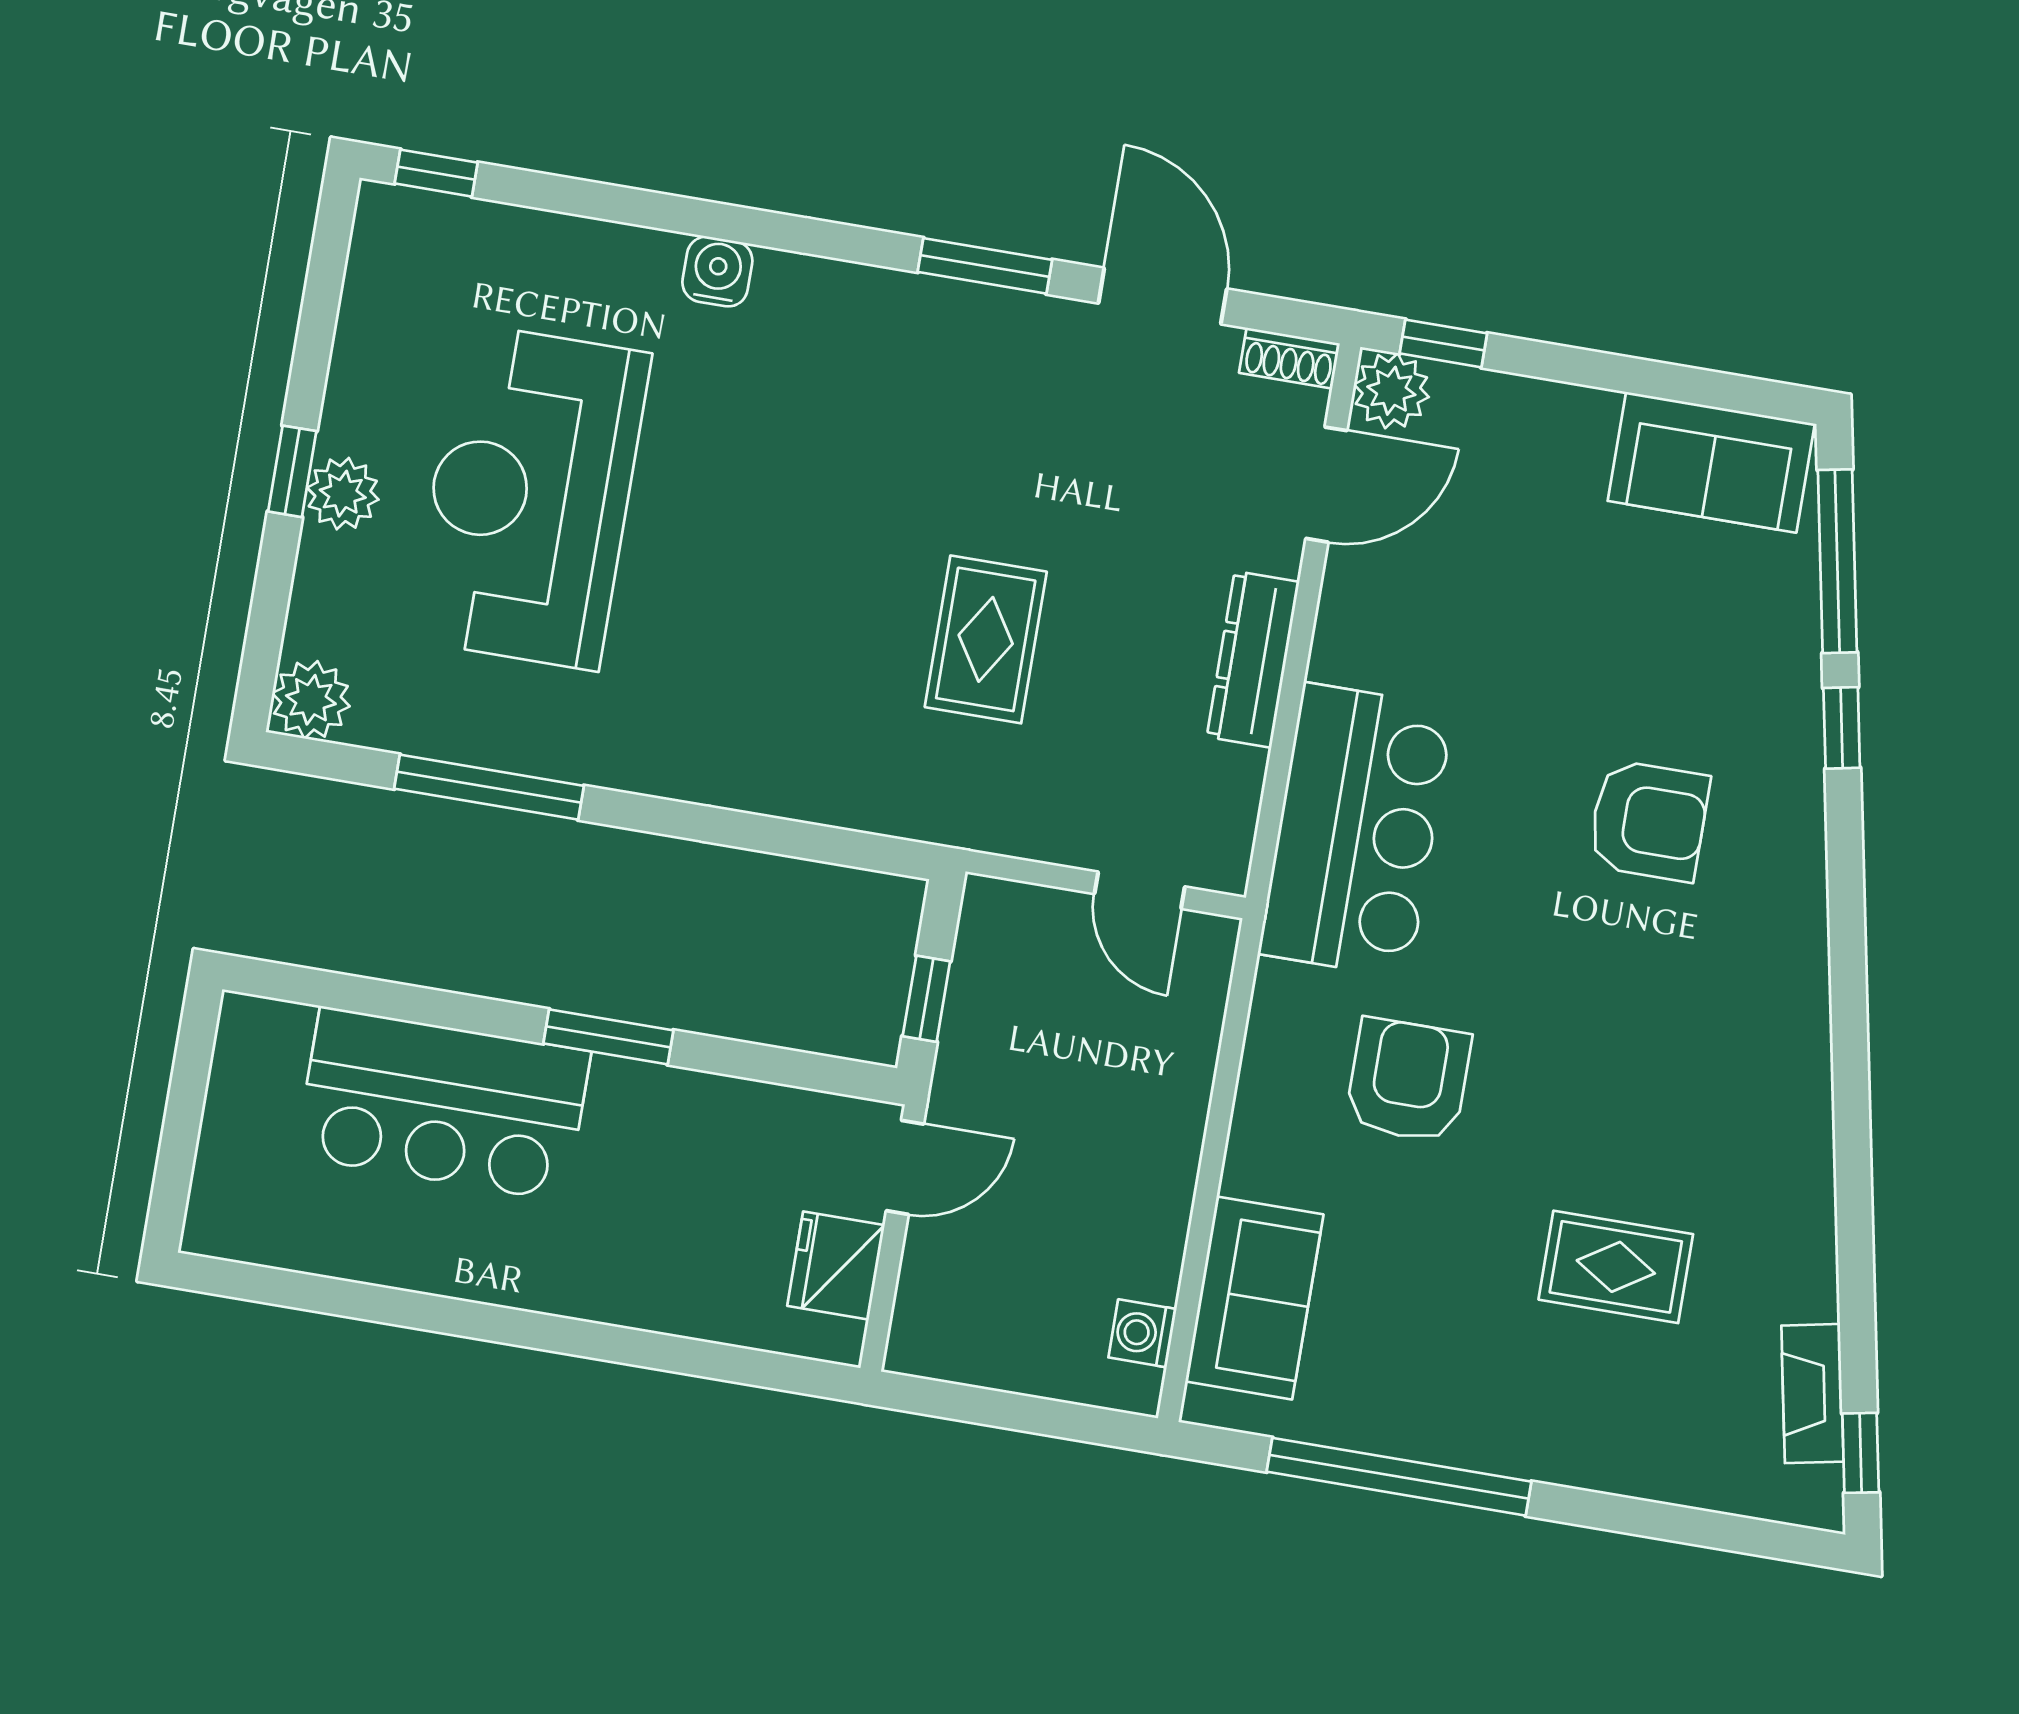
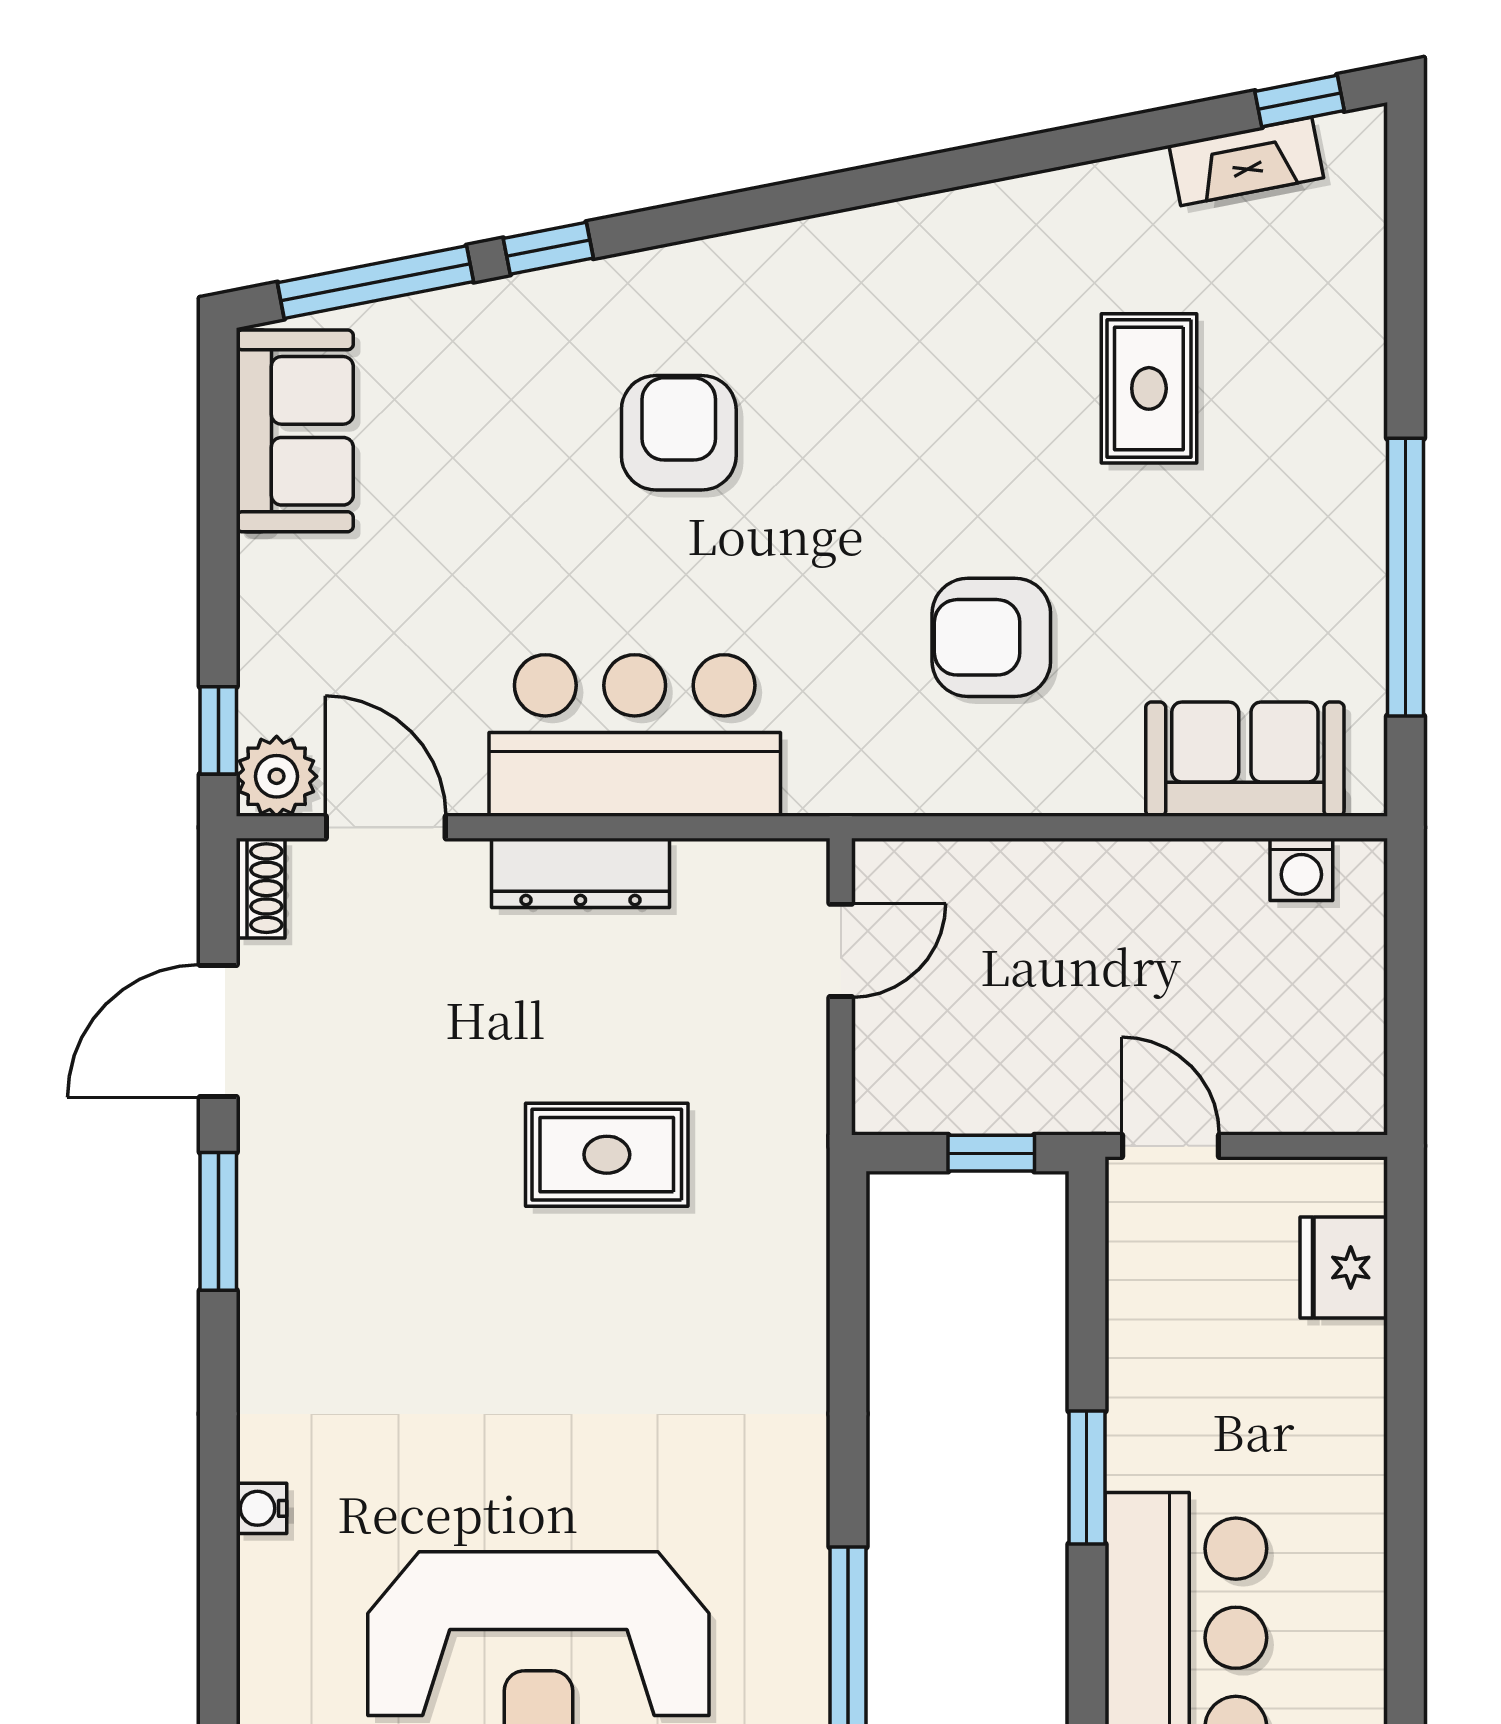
water cooler: (717, 271) -> (262, 1508), width x0.72, depth x0.72
bar counter: (1356, 830) -> (635, 736), moved
fridge: (836, 1265) -> (1344, 1267), moved, turned 90

